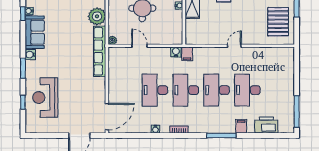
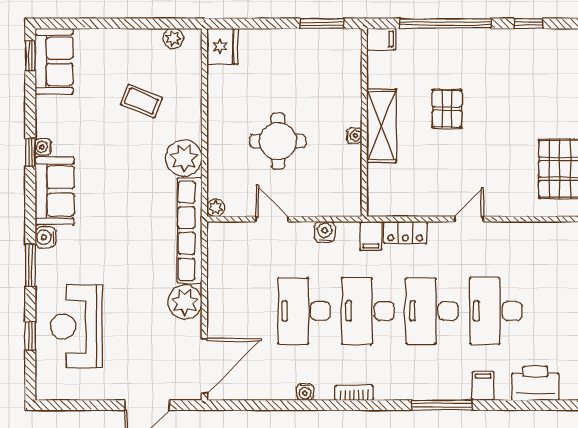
water cooler: (176, 52) -> (325, 232), moved
locker: (204, 52) -> (405, 232), added
plant: (97, 86) -> (185, 302), added

